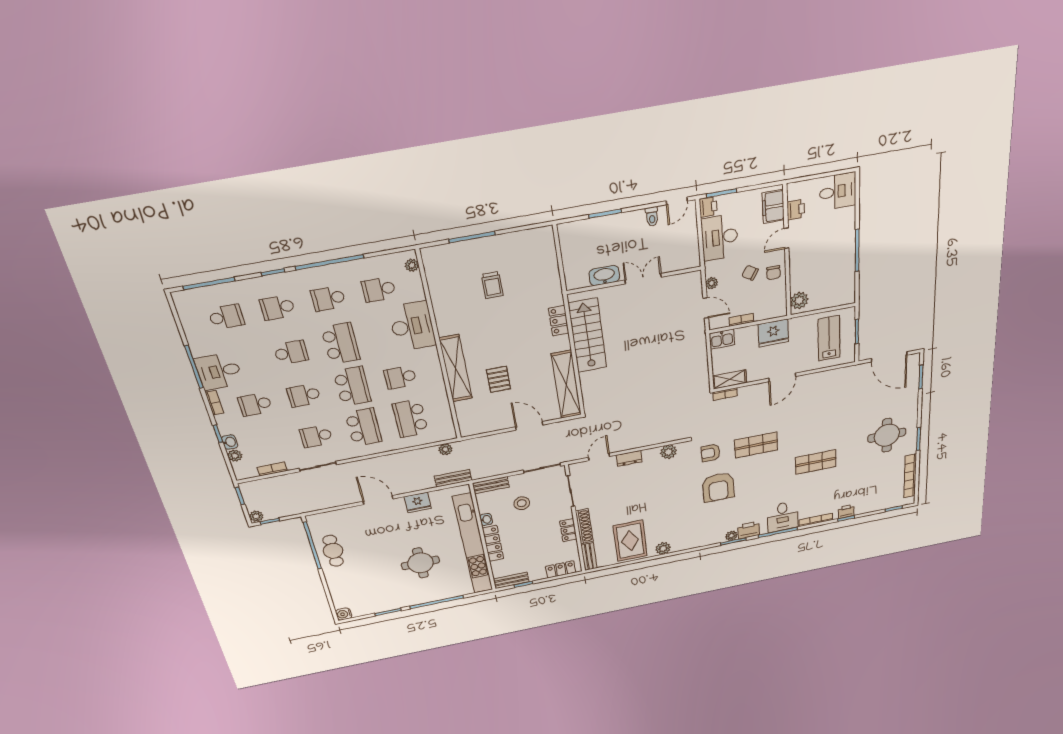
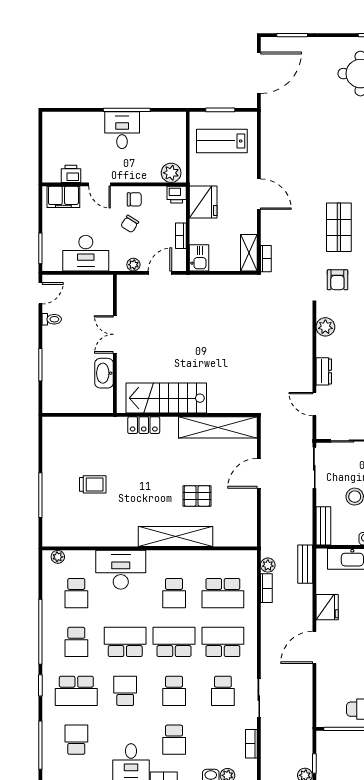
desk: (838, 191) -> (122, 130), moved
door: (677, 201) -> (40, 293), hinge flipped
printer: (708, 207) -> (177, 195), moved, turned 180
school desk: (277, 308) -> (76, 691), width x1.85
bookcase: (424, 452) -> (266, 588), added

